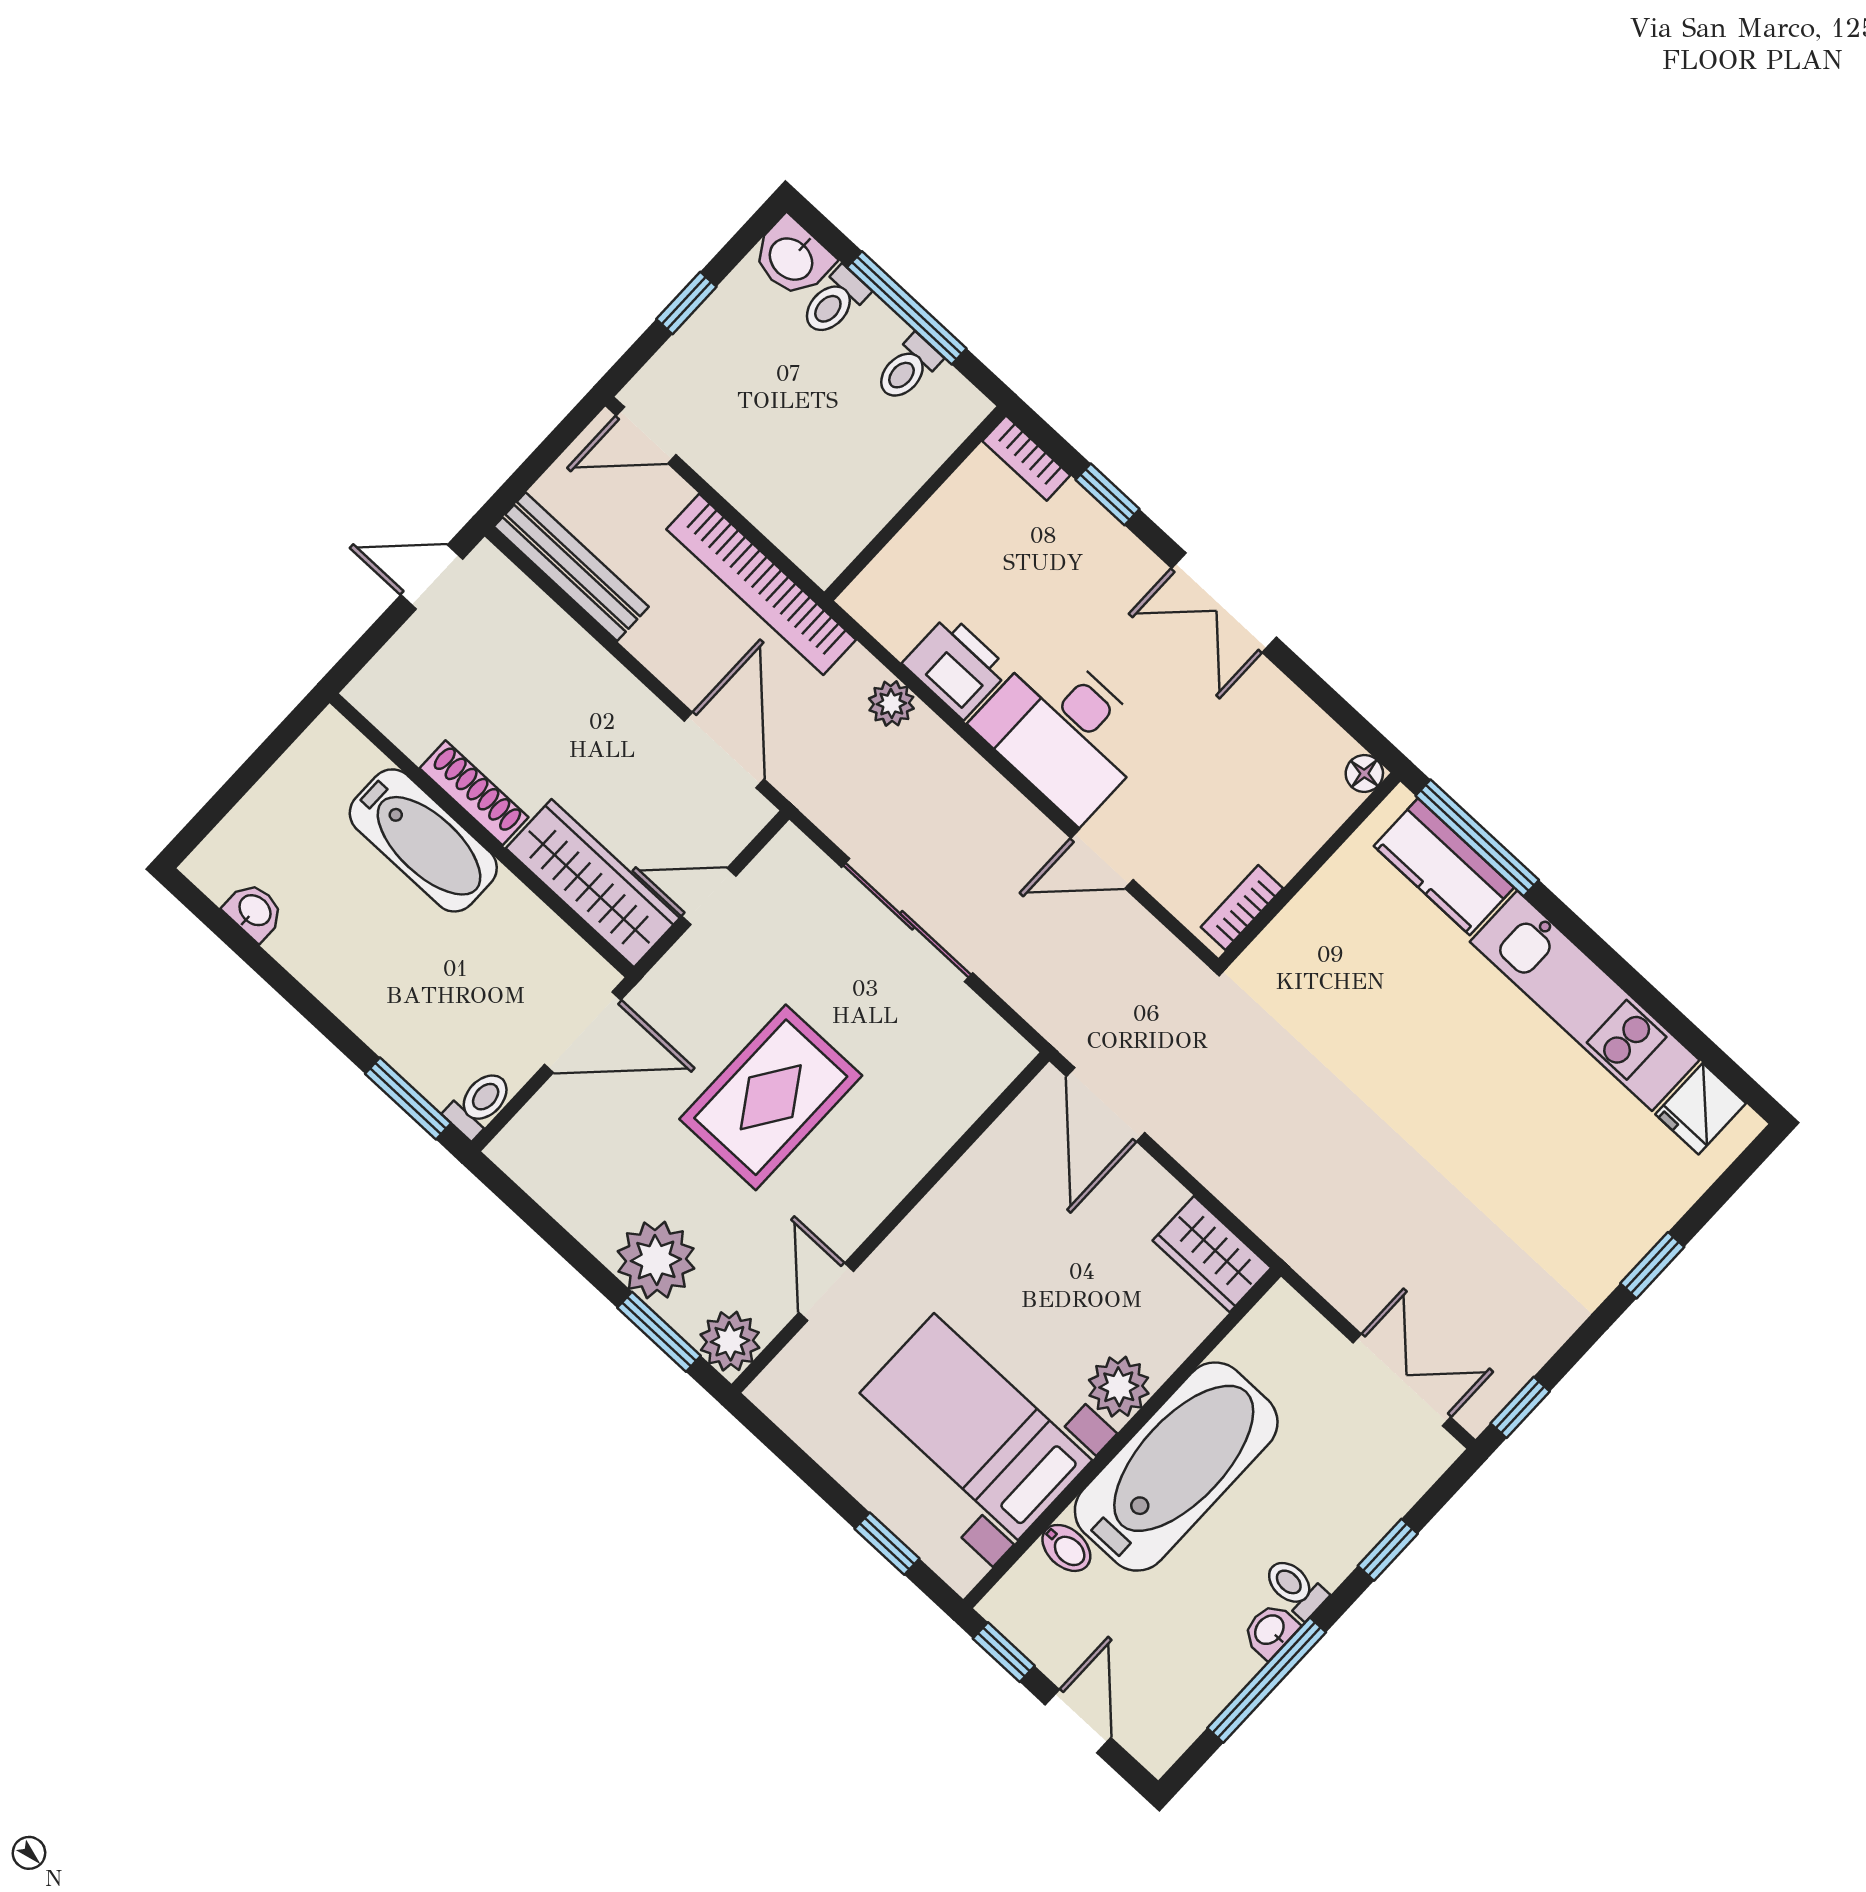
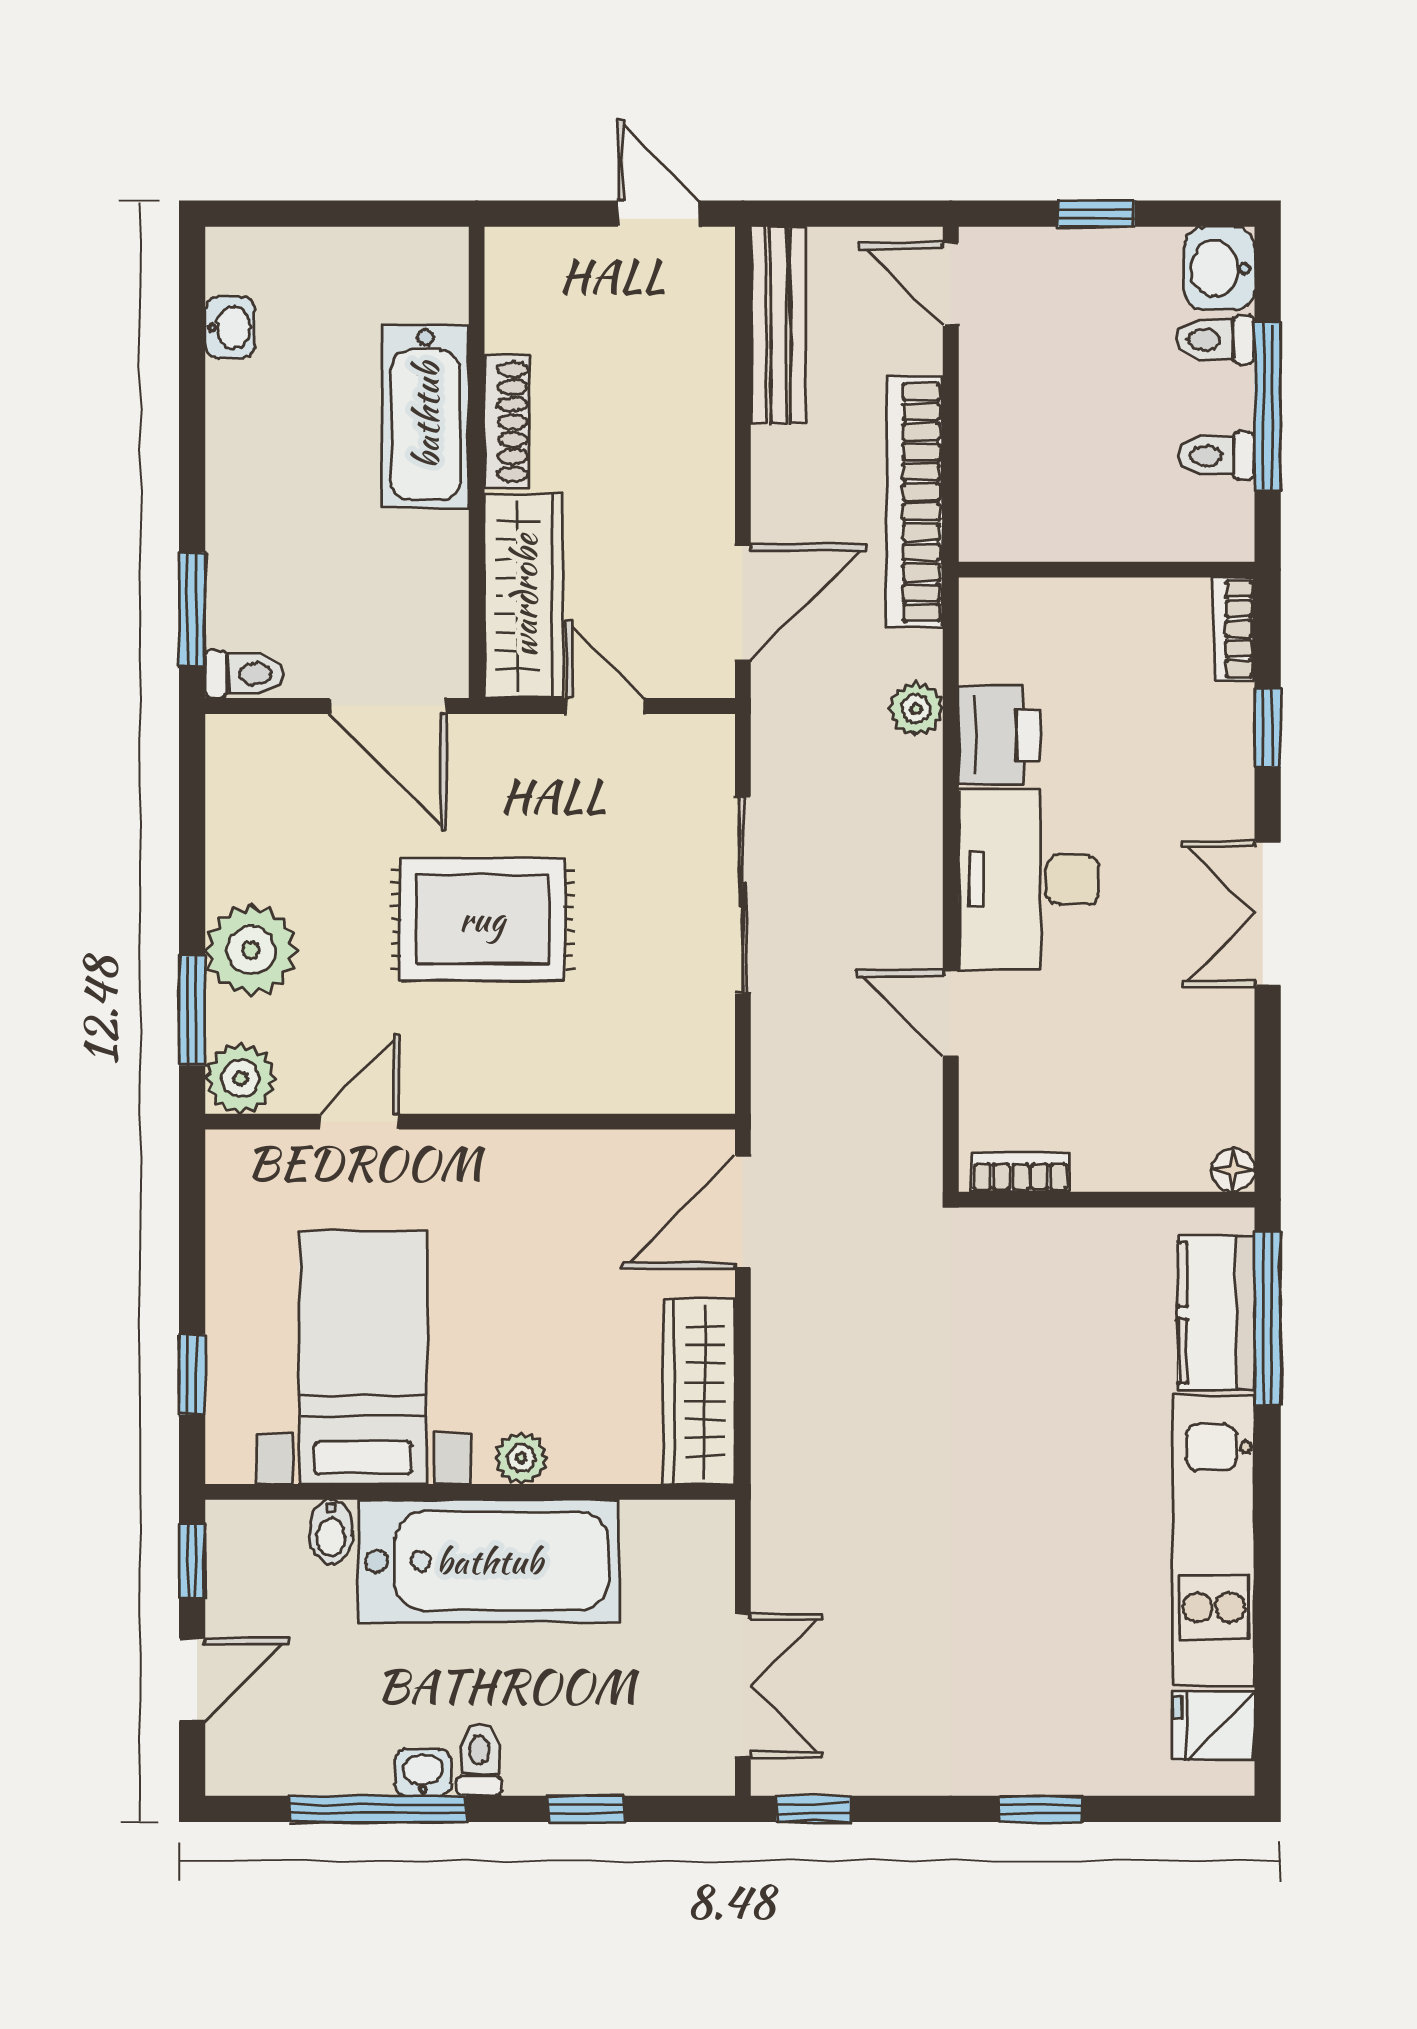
wardrobe: (1212, 1254) -> (699, 1391), width x1.50
plant: (1119, 1387) -> (521, 1458), width x0.73, depth x0.73

